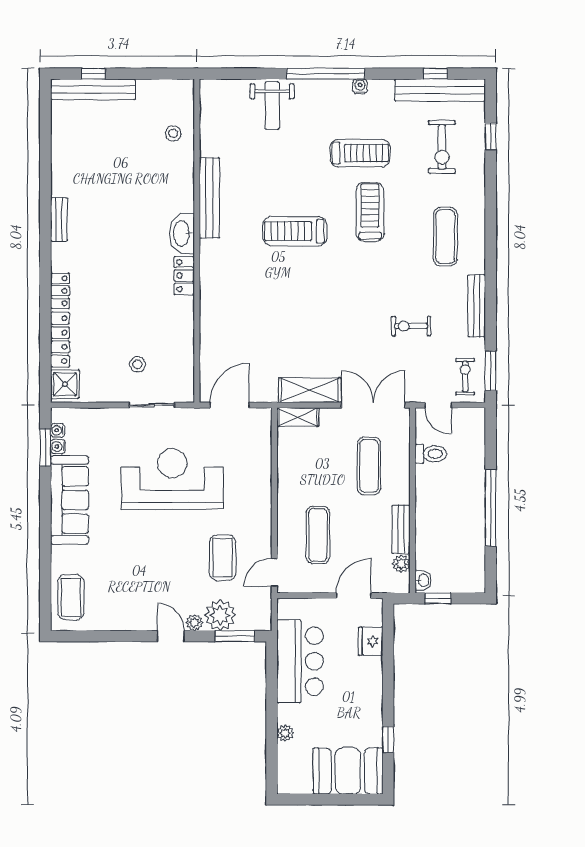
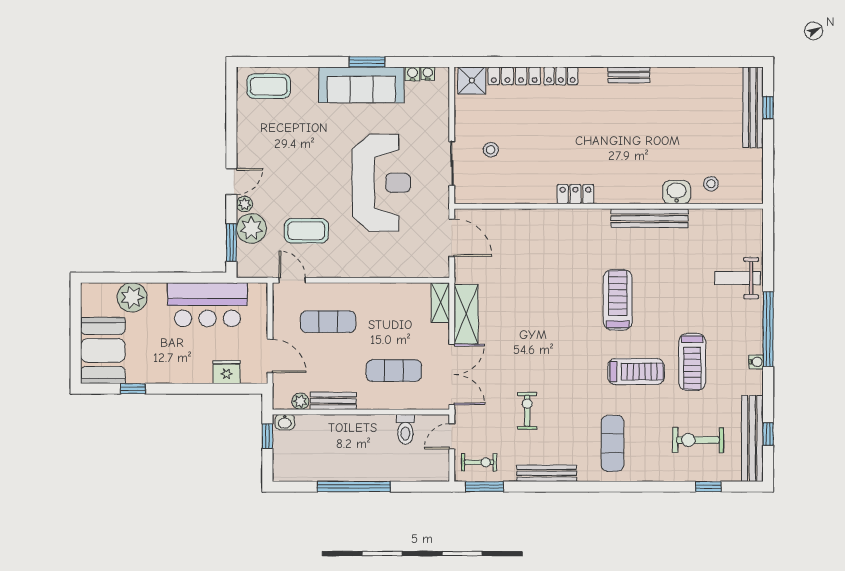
washbasin: (182, 234) -> (677, 192), moved, width x0.72
exercise mat: (445, 237) -> (613, 443), turned 90
window: (45, 447) -> (367, 62), moved
plant: (285, 733) -> (132, 297), width x1.88, depth x1.88

